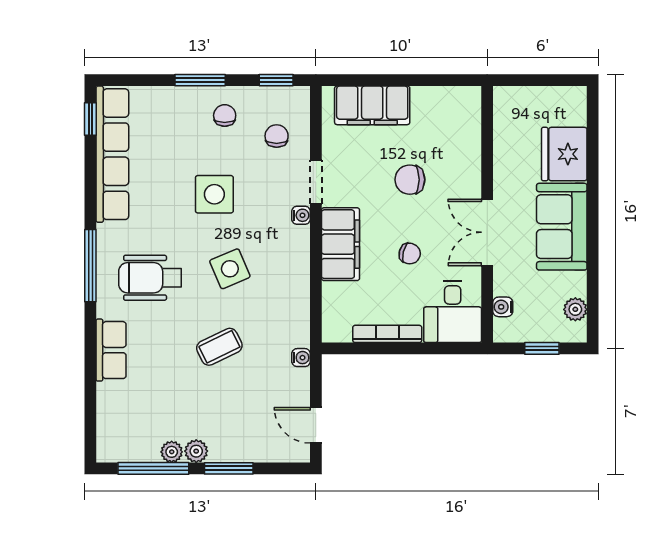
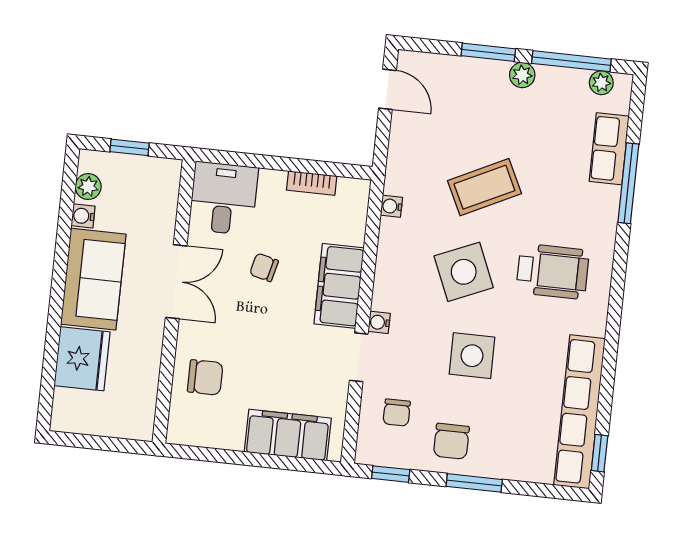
chair: (225, 115) -> (451, 441), width x1.37, depth x1.37
chair: (410, 180) -> (205, 377), moved
window: (90, 266) -> (628, 183), moved
side table: (230, 269) -> (464, 272), width x1.37, depth x1.37
water cooler: (503, 307) -> (83, 216), moved, turned 180
bookcase: (387, 334) -> (312, 183), width x0.64
coffee table: (219, 347) -> (484, 187), width x1.36, depth x1.30
row of seats: (111, 350) -> (609, 149), moved
water cooler: (301, 358) -> (391, 206), moved
plant: (172, 452) -> (601, 83), moved

